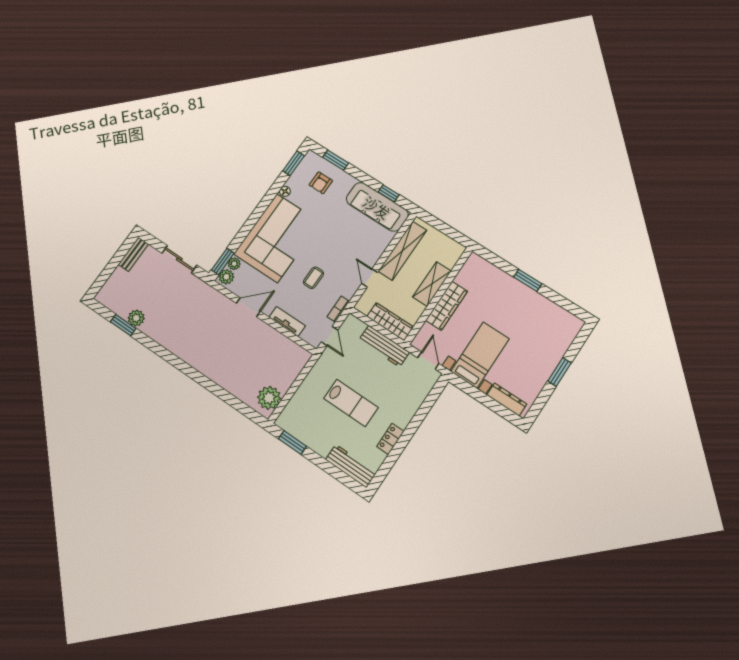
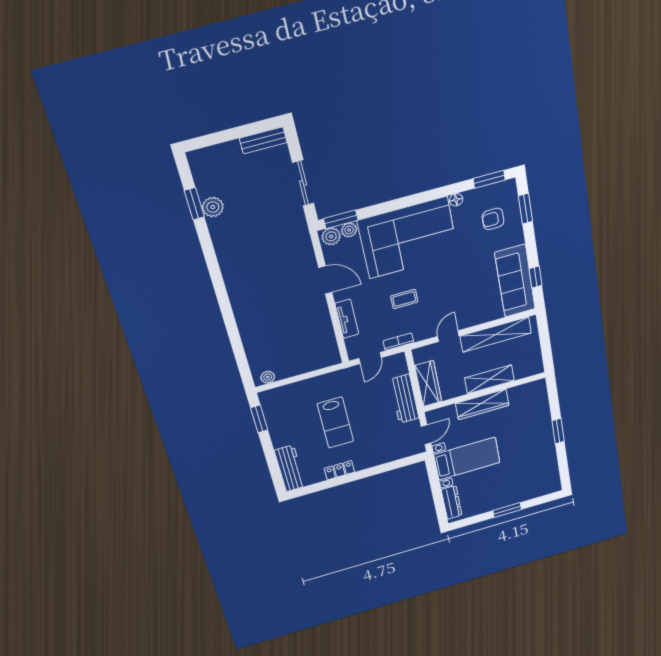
plant: (269, 398) -> (268, 377), width x0.53, depth x0.53

